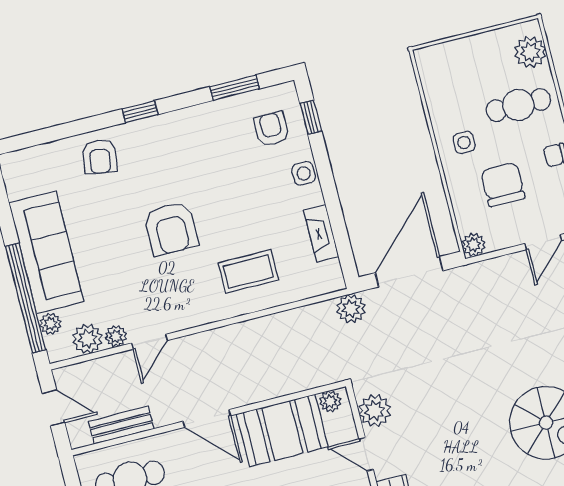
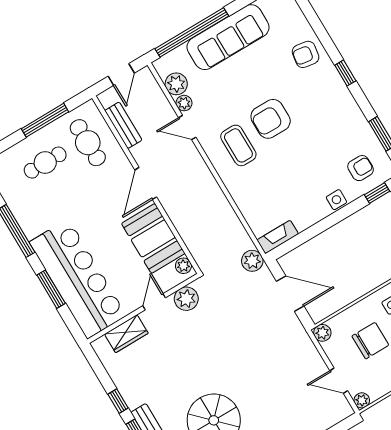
fireplace: (321, 234) -> (278, 237), moved
coffee table: (248, 271) -> (238, 145), moved
door: (409, 272) -> (290, 294), width x0.73
plant: (51, 324) -> (179, 55), removed

